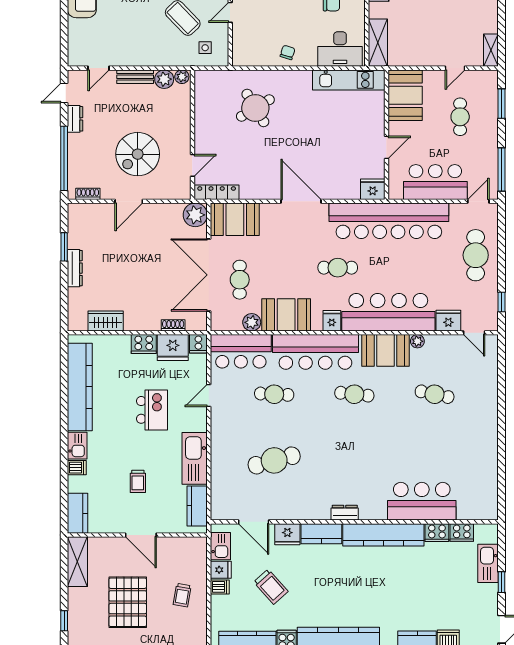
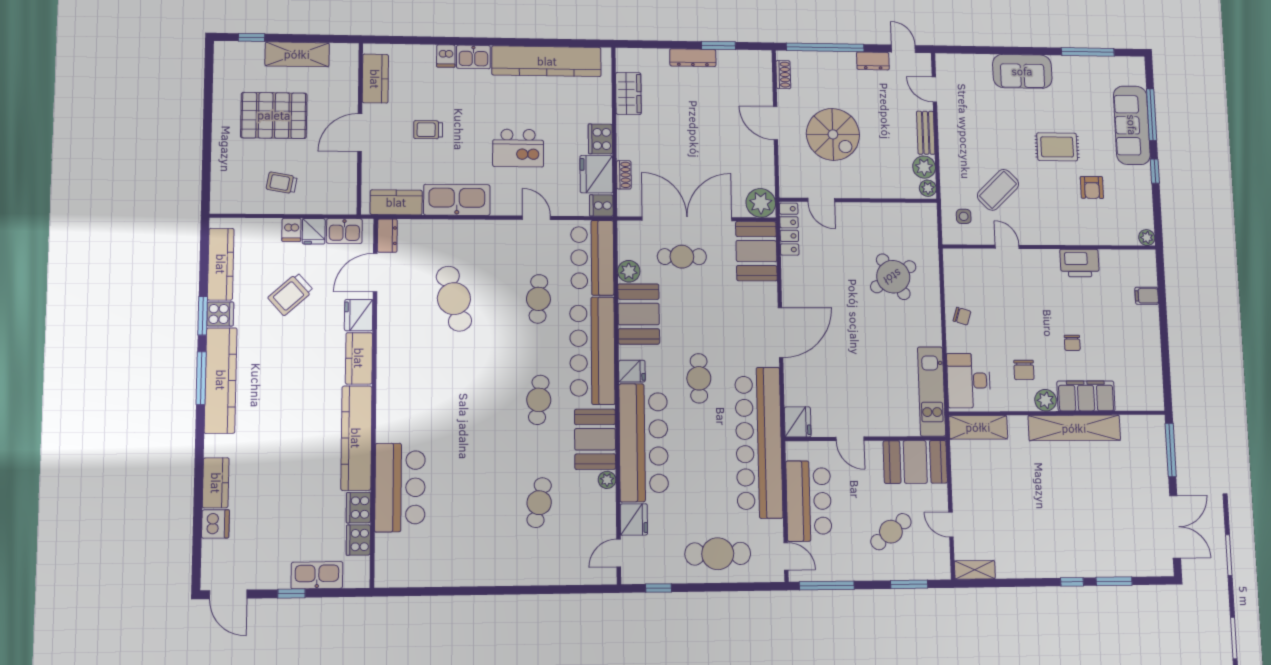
cafe table: (460, 117) -> (891, 532), turned -38
spiral stairs: (138, 154) -> (833, 134), turned 180
kitchen counter: (78, 513) -> (375, 79), moved, turned -90
dresser: (345, 513) -> (387, 236), moved
shelving: (77, 562) -> (297, 54), moved

